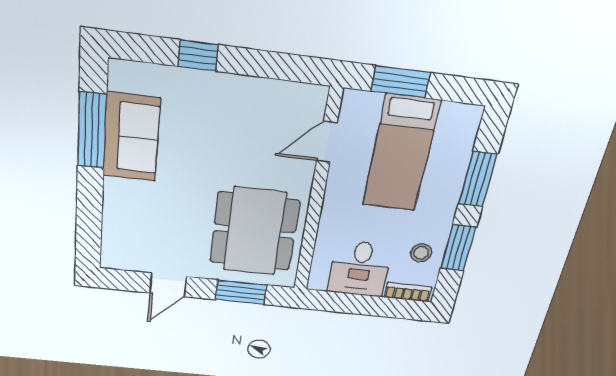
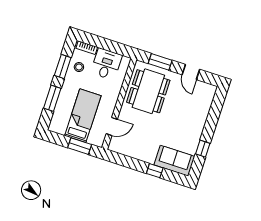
window: (92, 131) -> (203, 149), width x0.46
sofa: (131, 137) -> (174, 161), moved, turned 90
door: (168, 285) -> (191, 72), swing flipped

